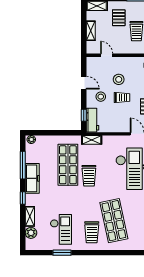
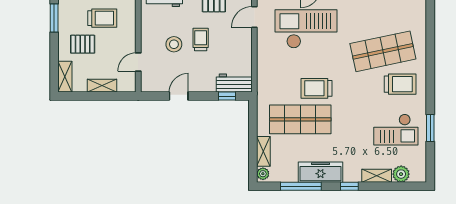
stool: (101, 97) -> (199, 71), removed
shelving: (92, 140) -> (263, 151), moved
trolley: (89, 176) -> (317, 88), turned 180
checkout: (61, 229) -> (396, 130), turned 180

